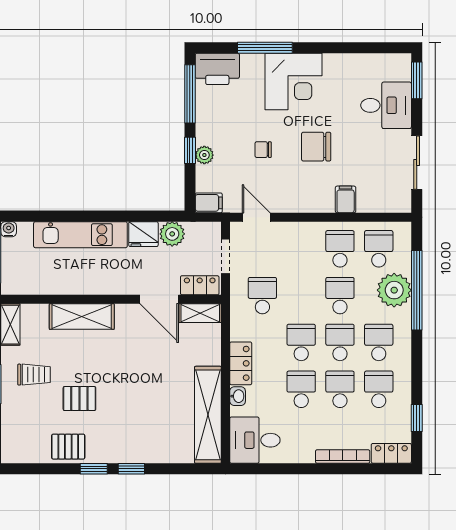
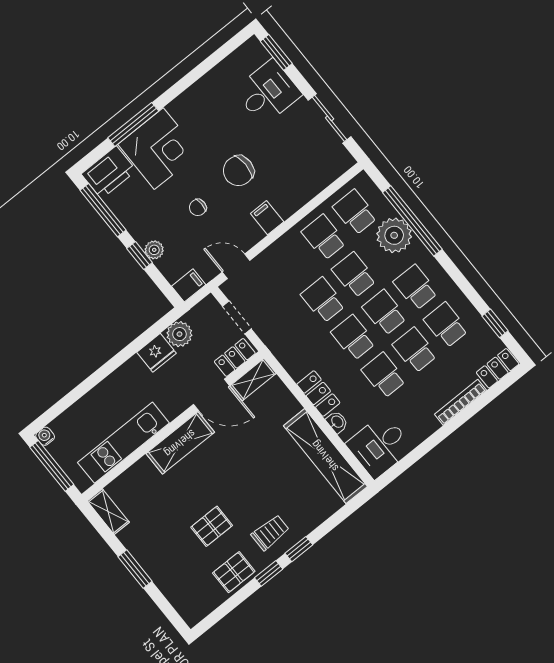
corner desk: (294, 81) -> (159, 149), moved
filing cabinet: (346, 199) -> (267, 218), moved
kitchen unit: (80, 235) -> (123, 443), moved, turned 180
school desk: (262, 296) -> (323, 300), moved
shelving: (82, 317) -> (180, 443), moved
trolley: (34, 375) -> (270, 532), moved

